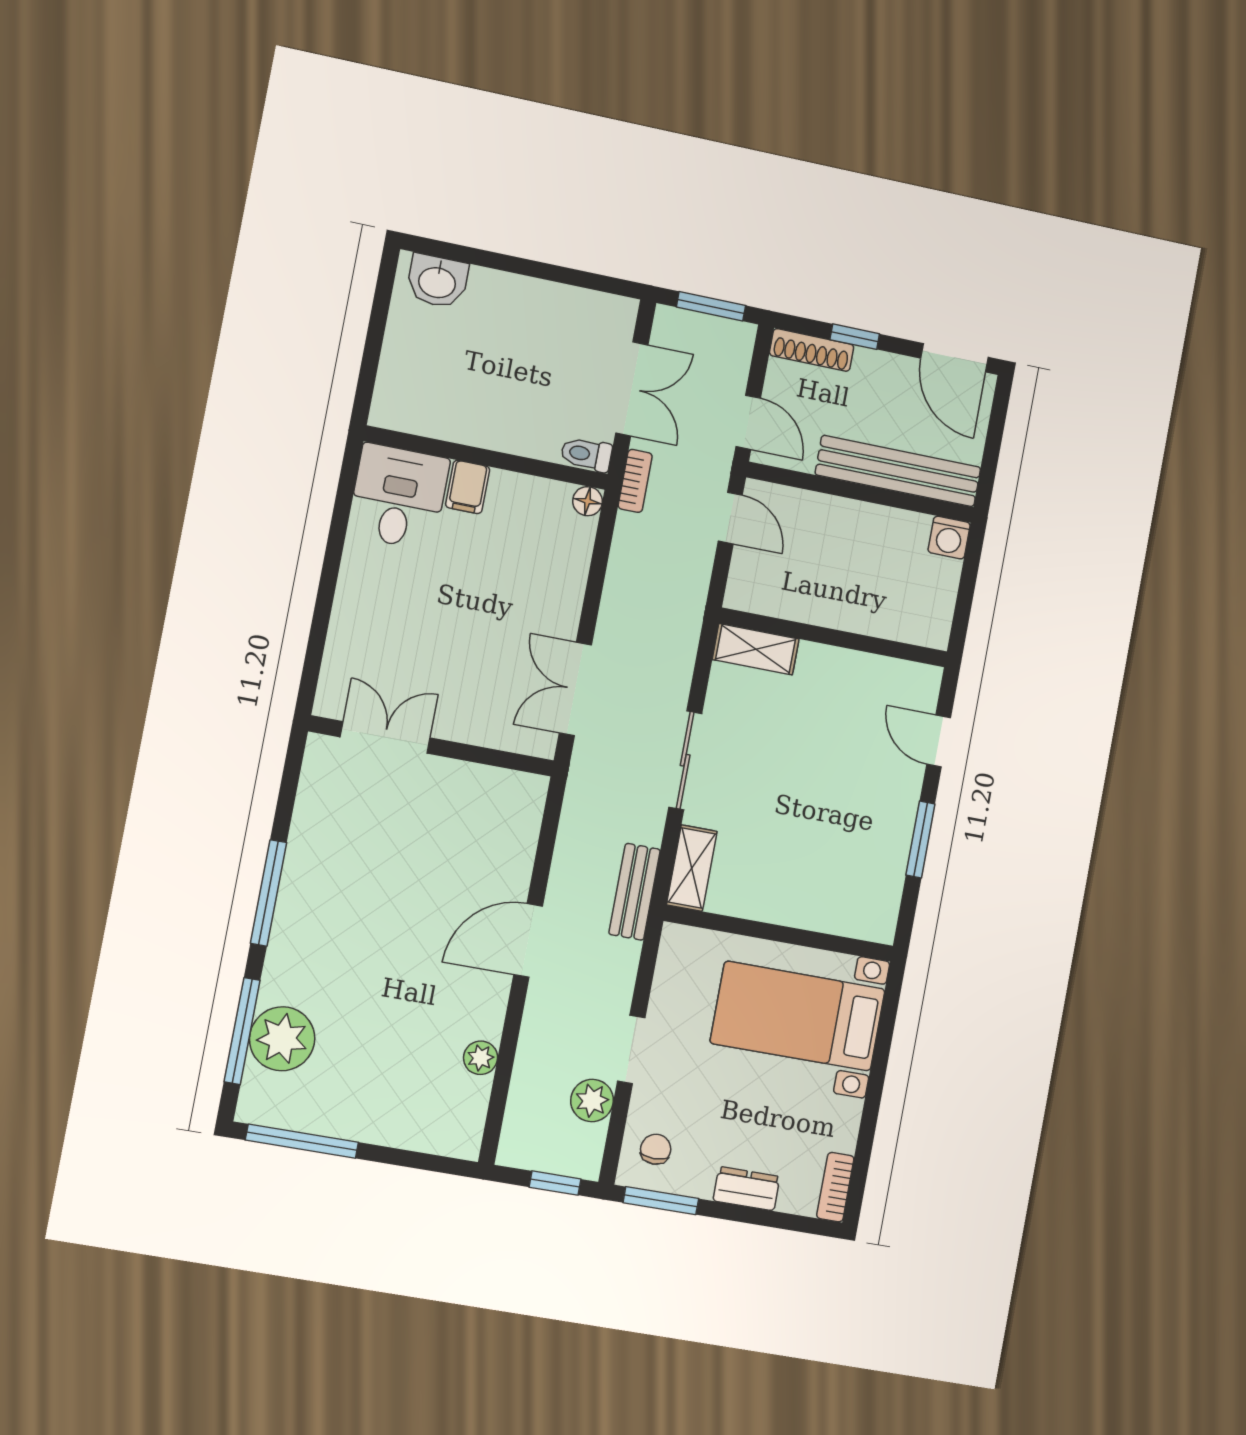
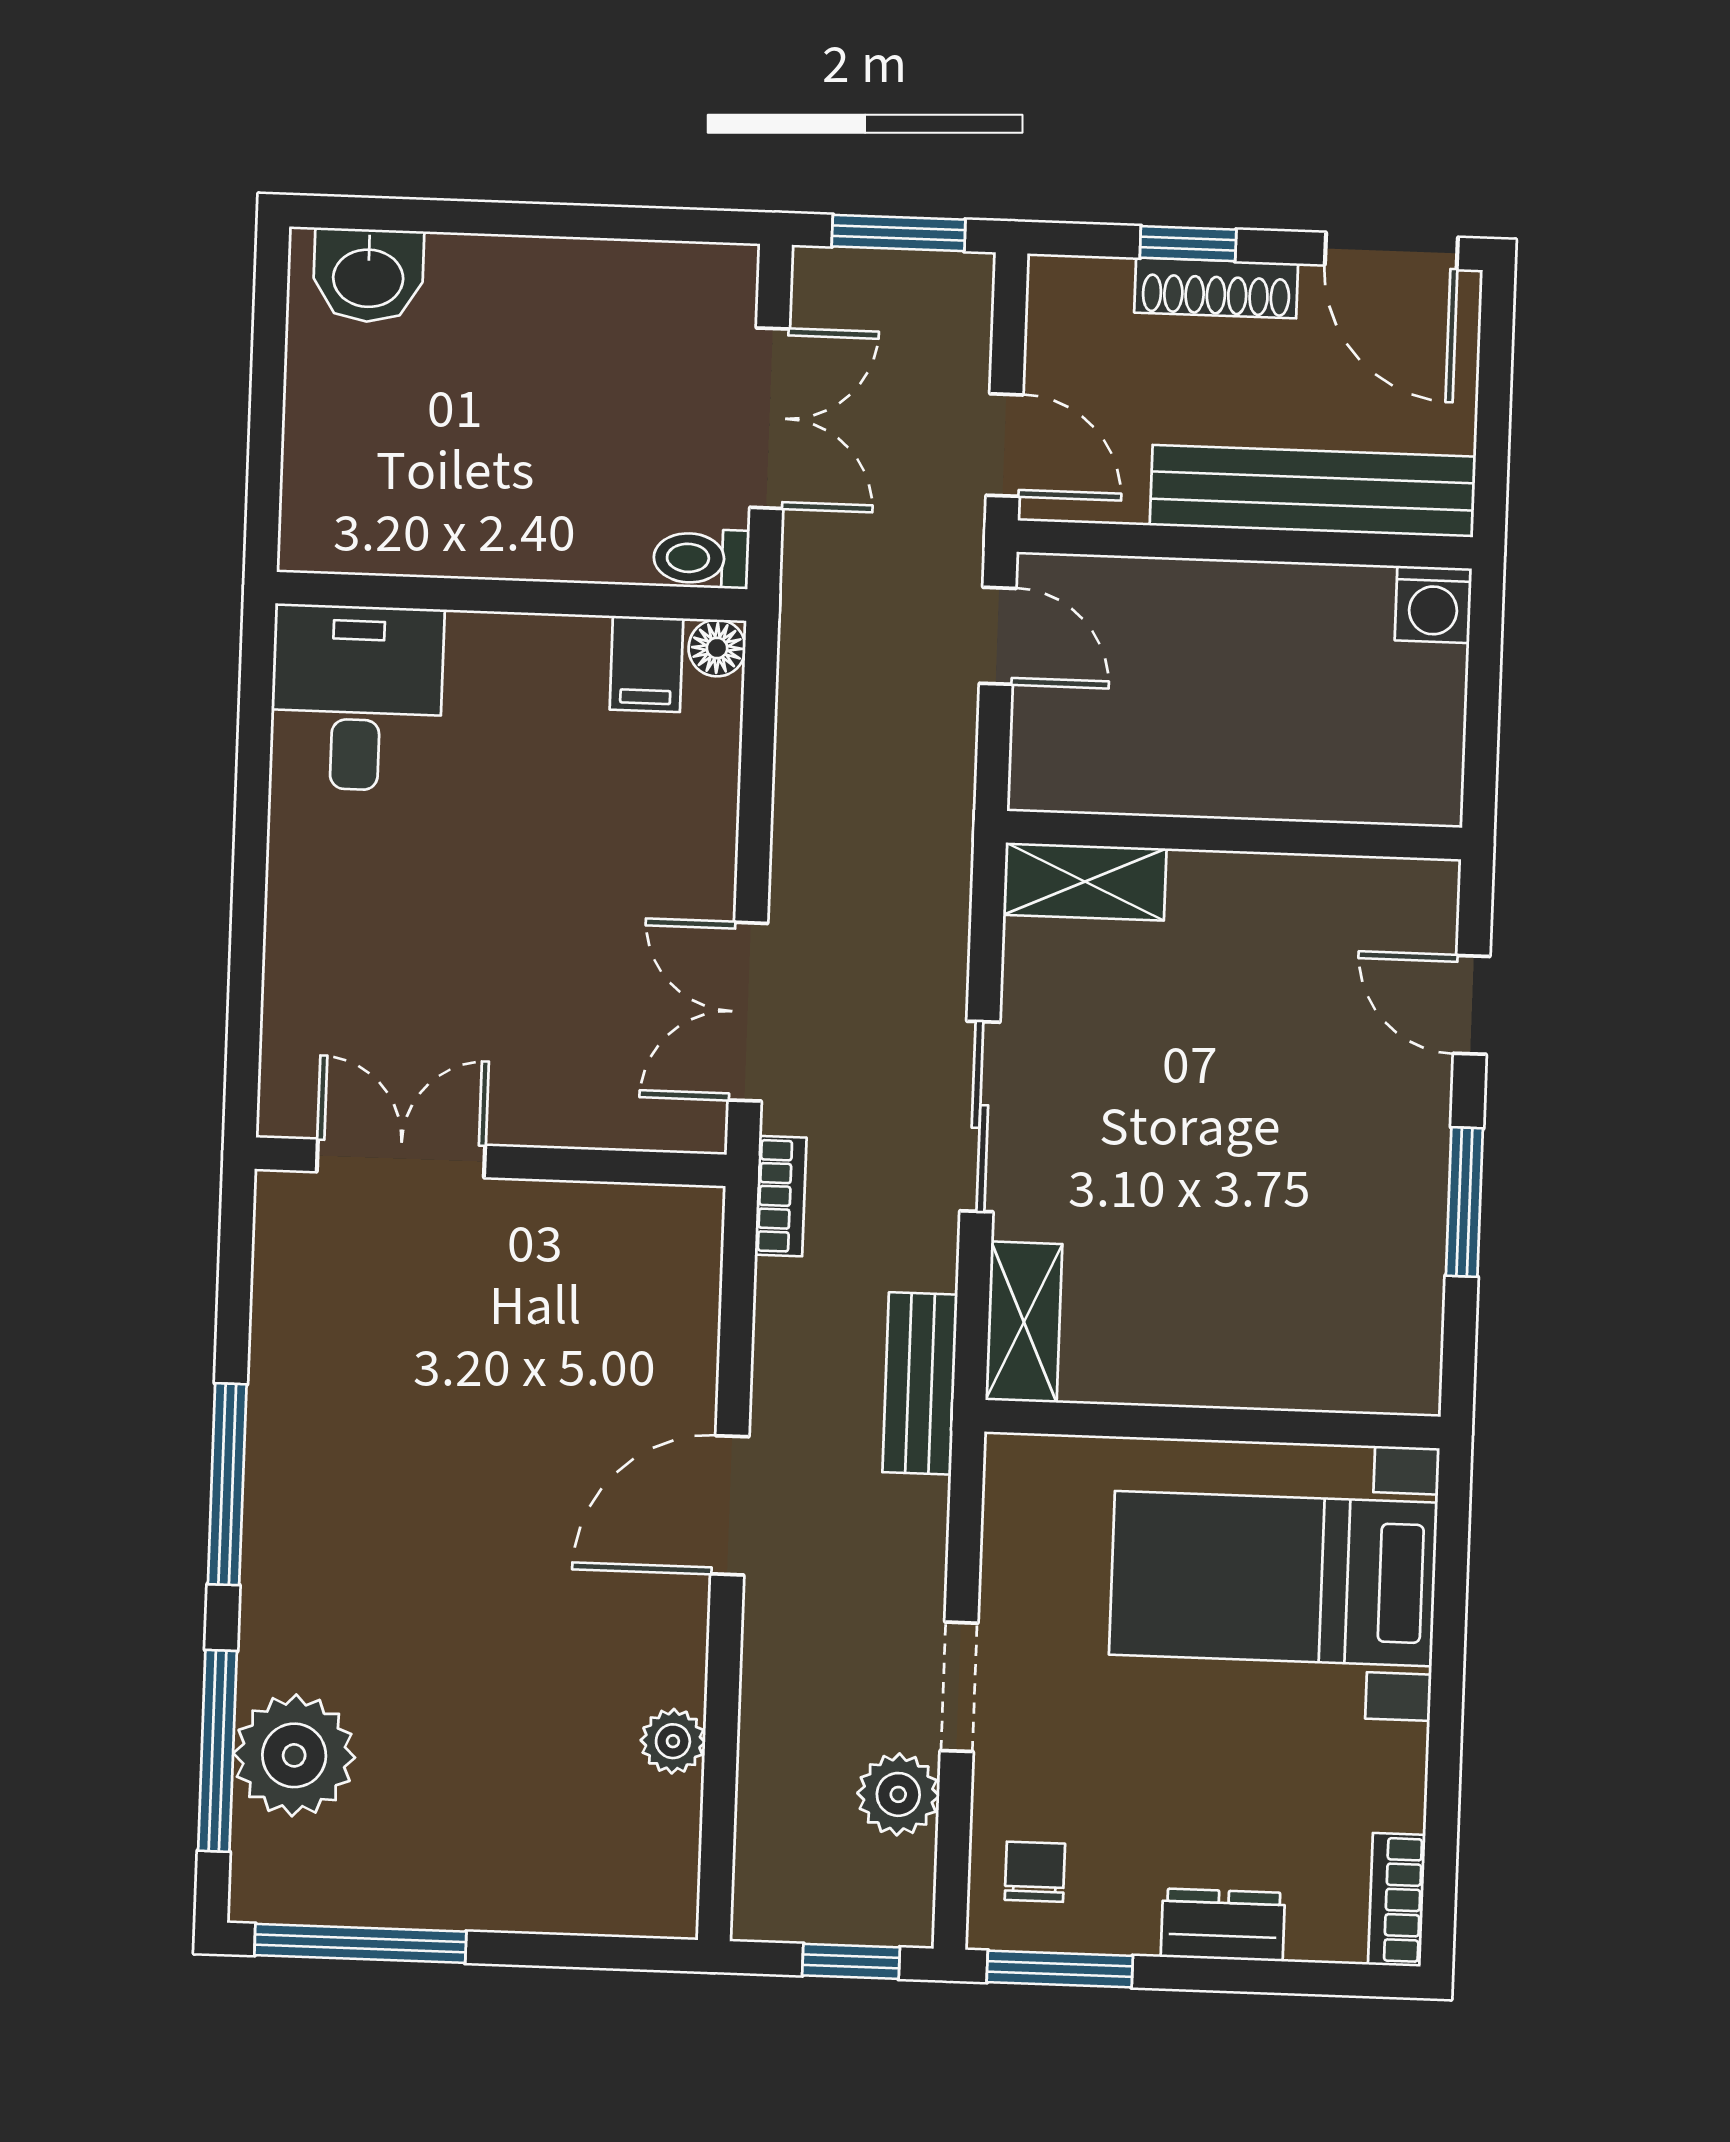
shoe rack: (812, 350) -> (1216, 288), moved
bookcase: (635, 481) -> (781, 1196), moved
filing cabinet: (468, 487) -> (646, 664), moved

